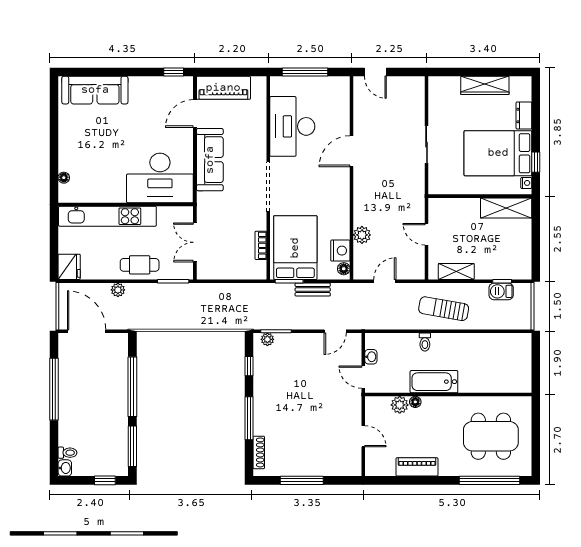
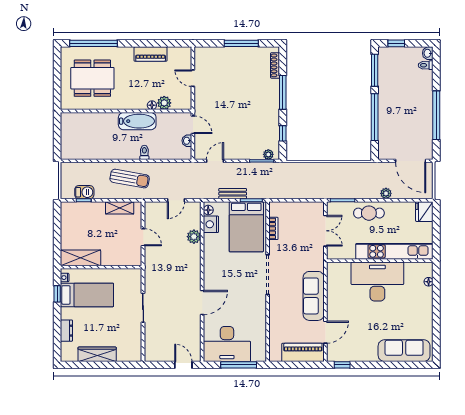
desk: (292, 126) -> (227, 344), moved, turned 90
bed: (498, 153) -> (87, 295), width x0.67
desk: (160, 178) -> (377, 281), moved

